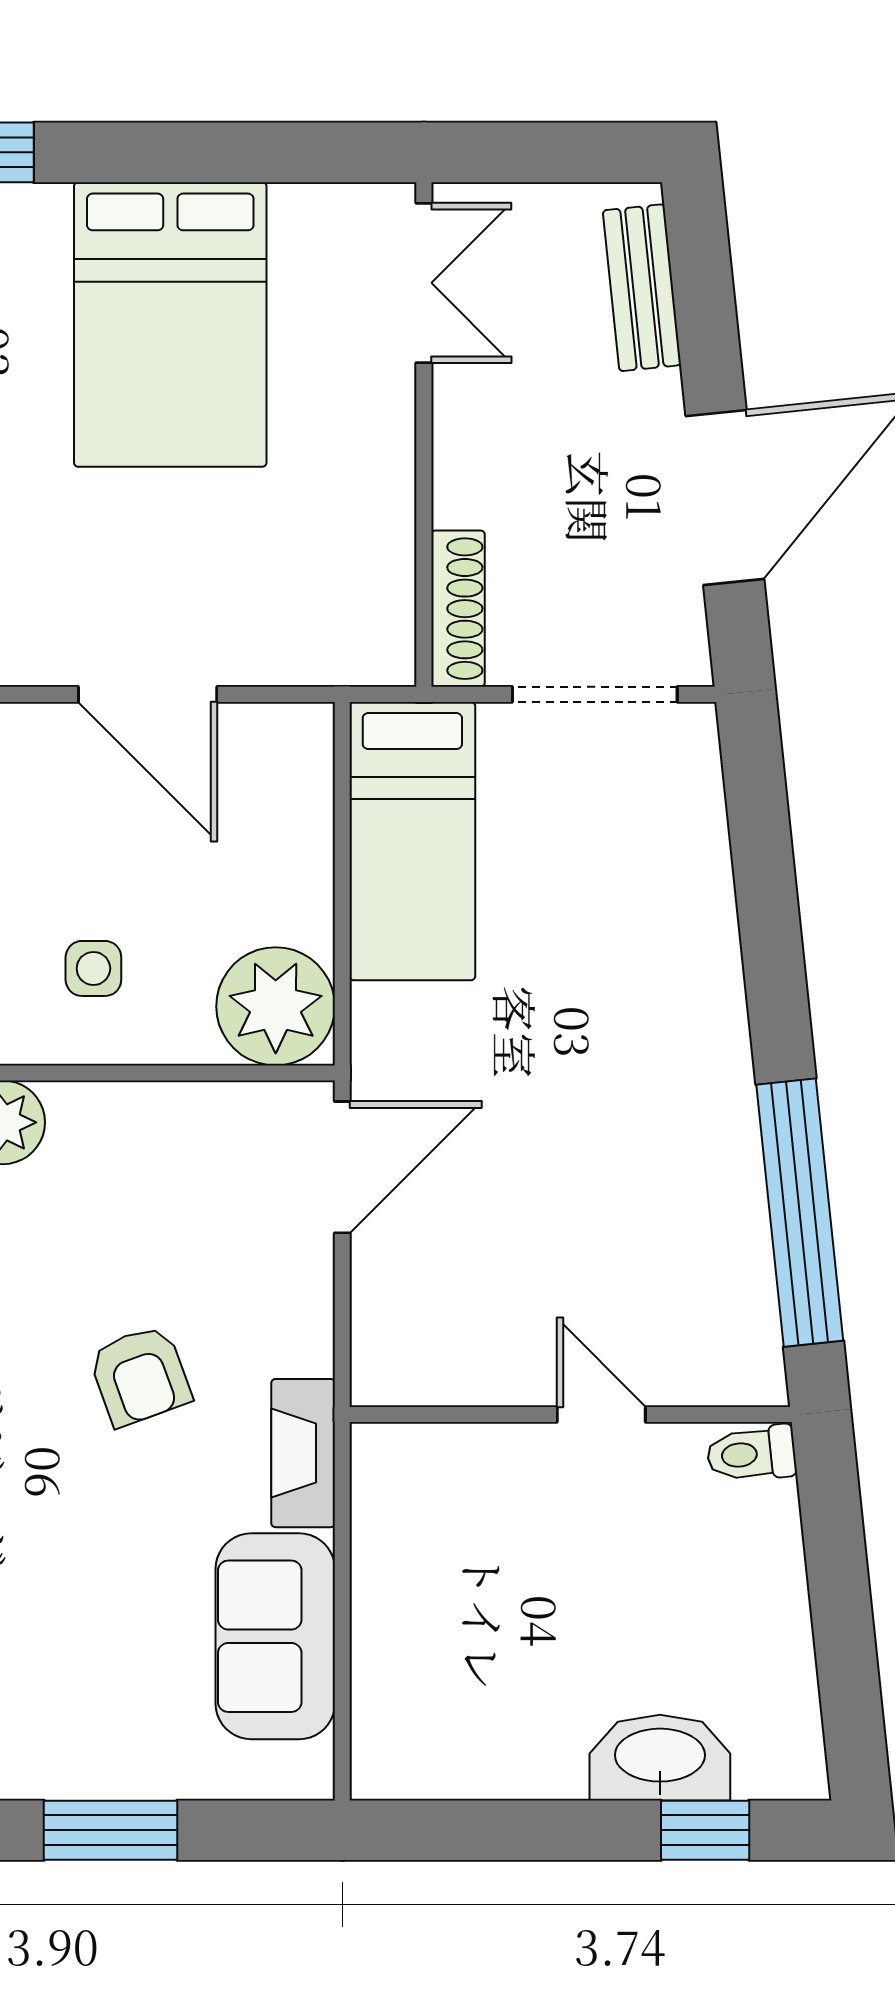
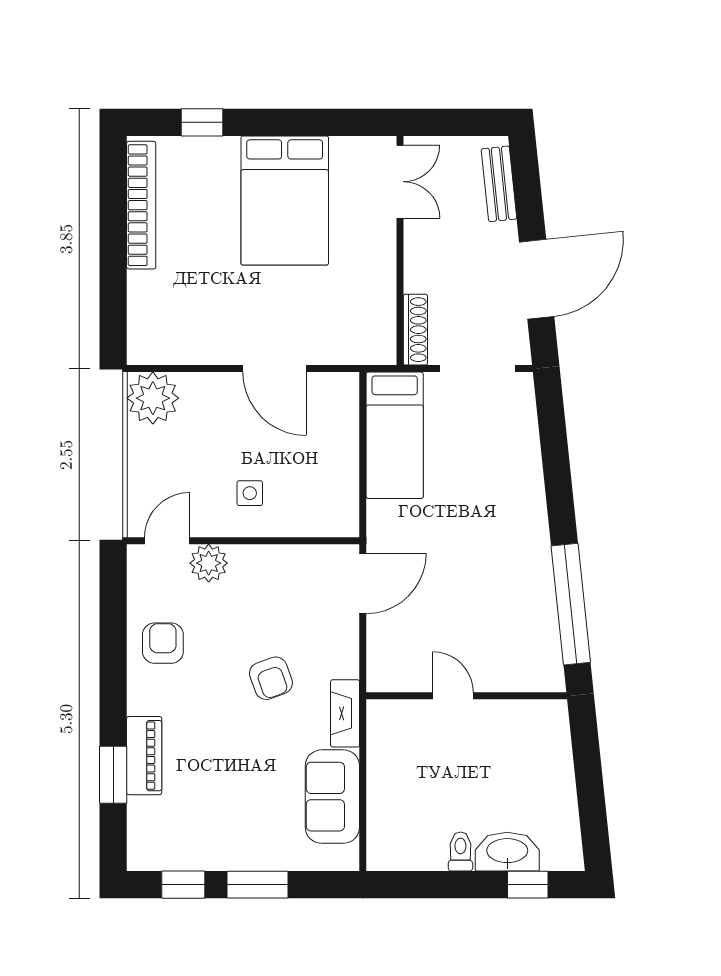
plant: (276, 1006) -> (333, 510), removed
door: (601, 1415) -> (453, 696), moved
toilet: (751, 1454) -> (460, 851), moved, turned 96

